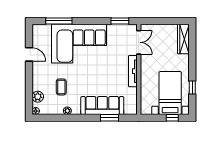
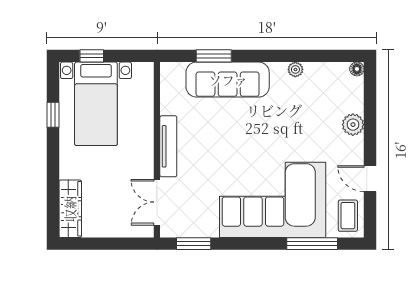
coffee table: (61, 87) -> (348, 216), moved
plant: (38, 97) -> (353, 125), moved

